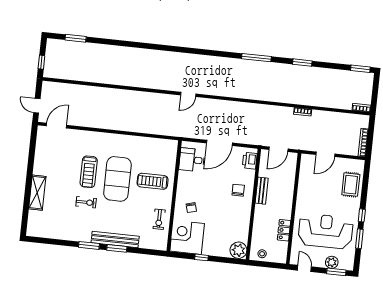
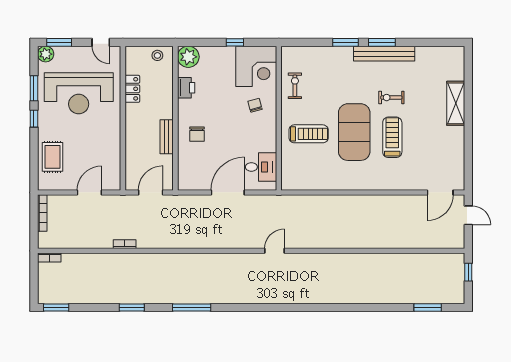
printer: (250, 161) -> (186, 88), moved
bench: (115, 239) -> (384, 54), moved
plant: (332, 262) -> (46, 54), moved

